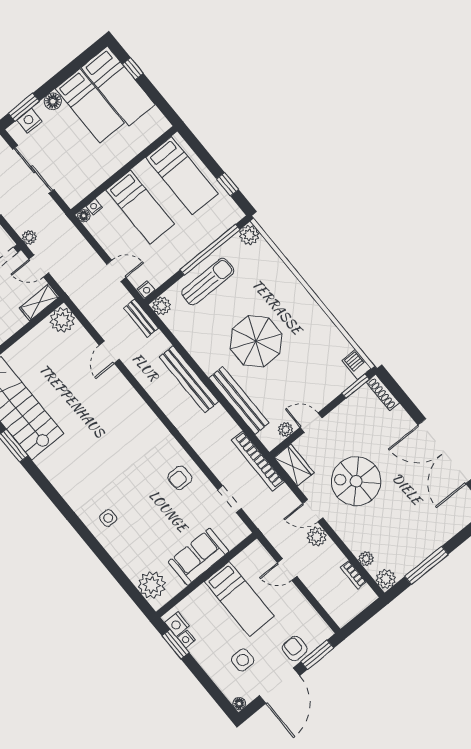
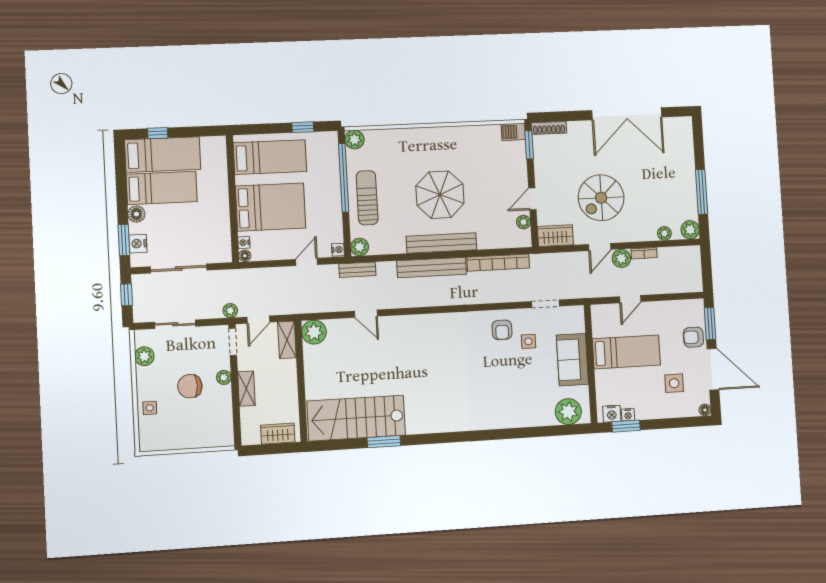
bed: (140, 207) -> (271, 207), width x1.50
bench: (239, 400) -> (441, 243), moved
bookcase: (258, 461) -> (498, 263), moved
side table: (108, 518) -> (528, 341), moved
bookcase: (353, 575) -> (644, 253), moved

